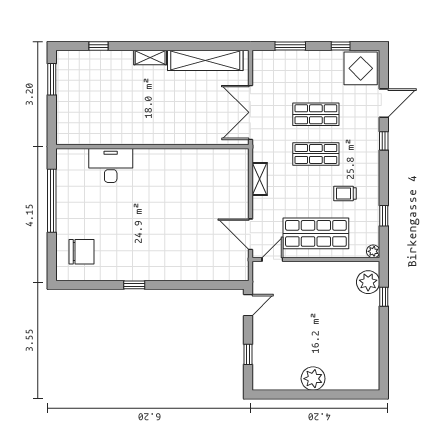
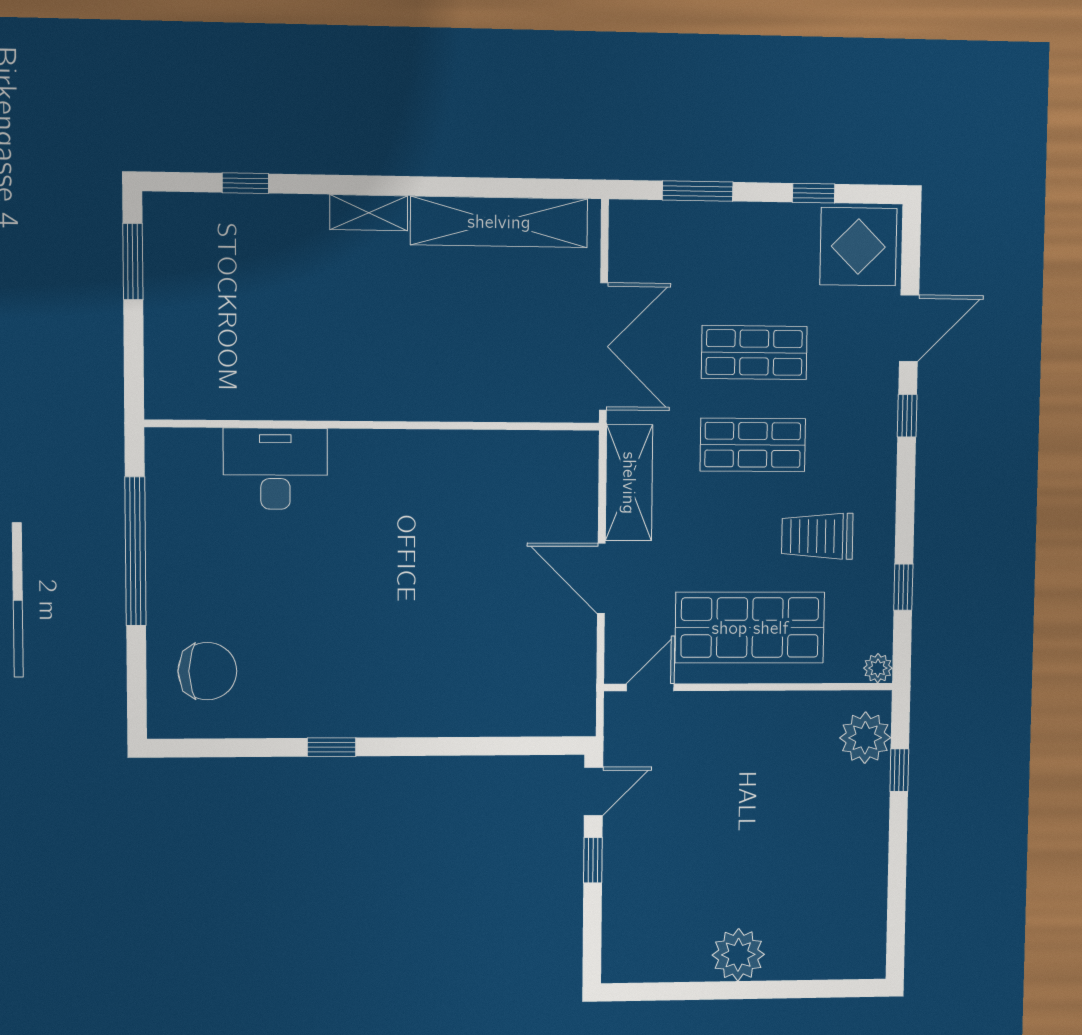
double door: (250, 112) -> (604, 347), swing flipped
shelving: (260, 179) -> (629, 483), width x1.50, depth x1.33
trolley: (345, 193) -> (817, 536), width x1.36, depth x1.39
door: (250, 234) -> (601, 578), moved
window: (248, 354) -> (593, 860), moved

